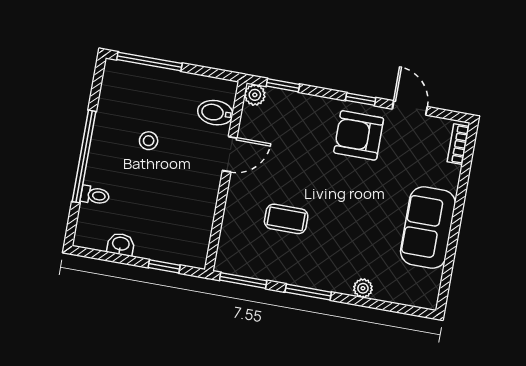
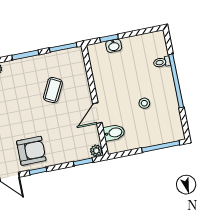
coffee table: (286, 219) -> (53, 90), turned -63
washbasin: (121, 244) -> (114, 46), moved

